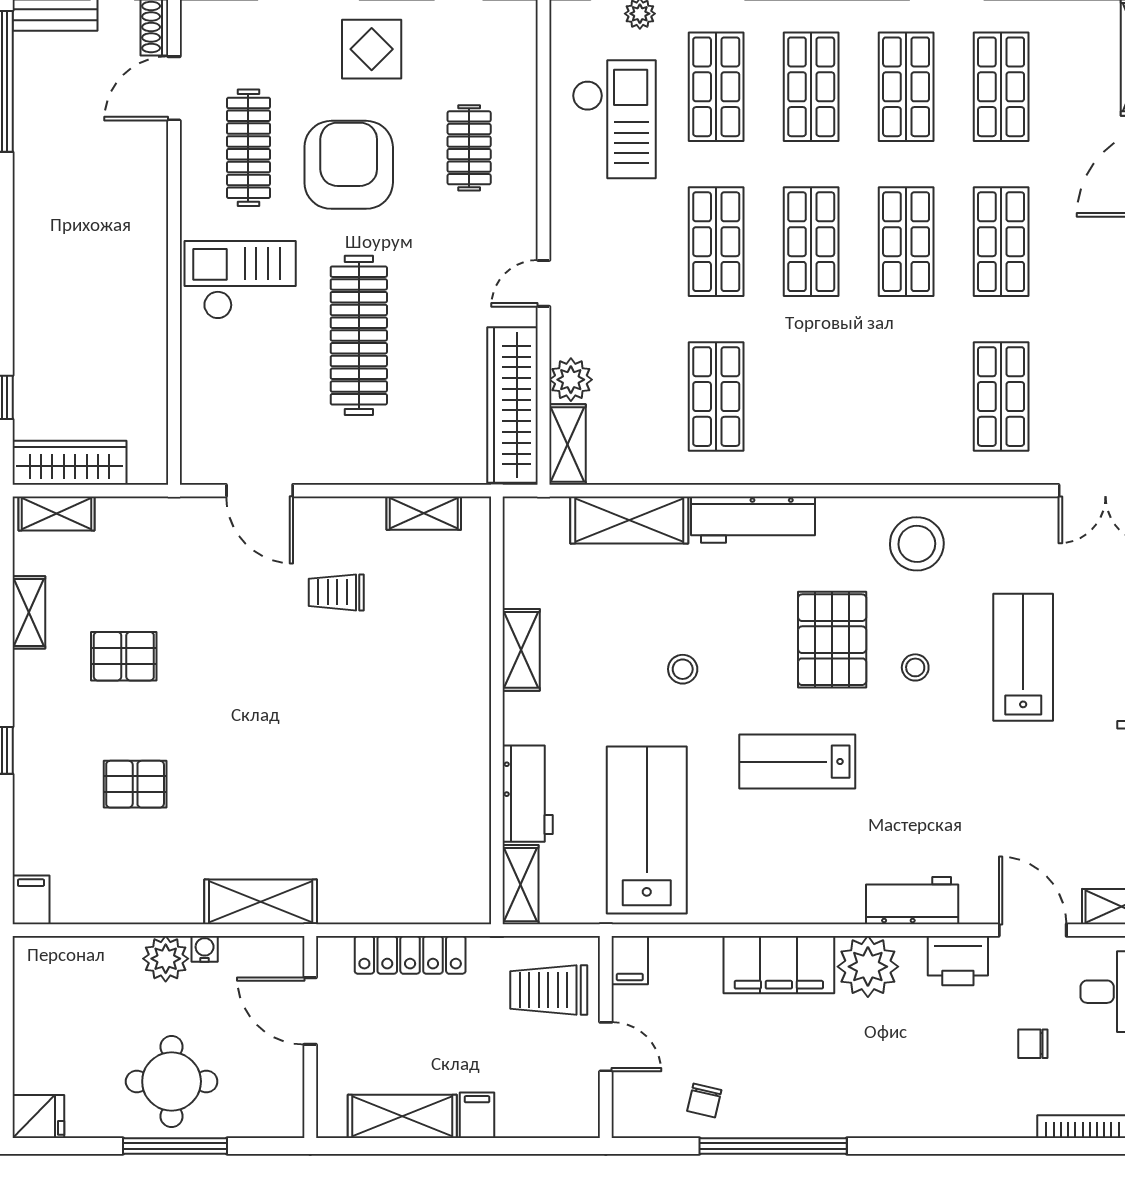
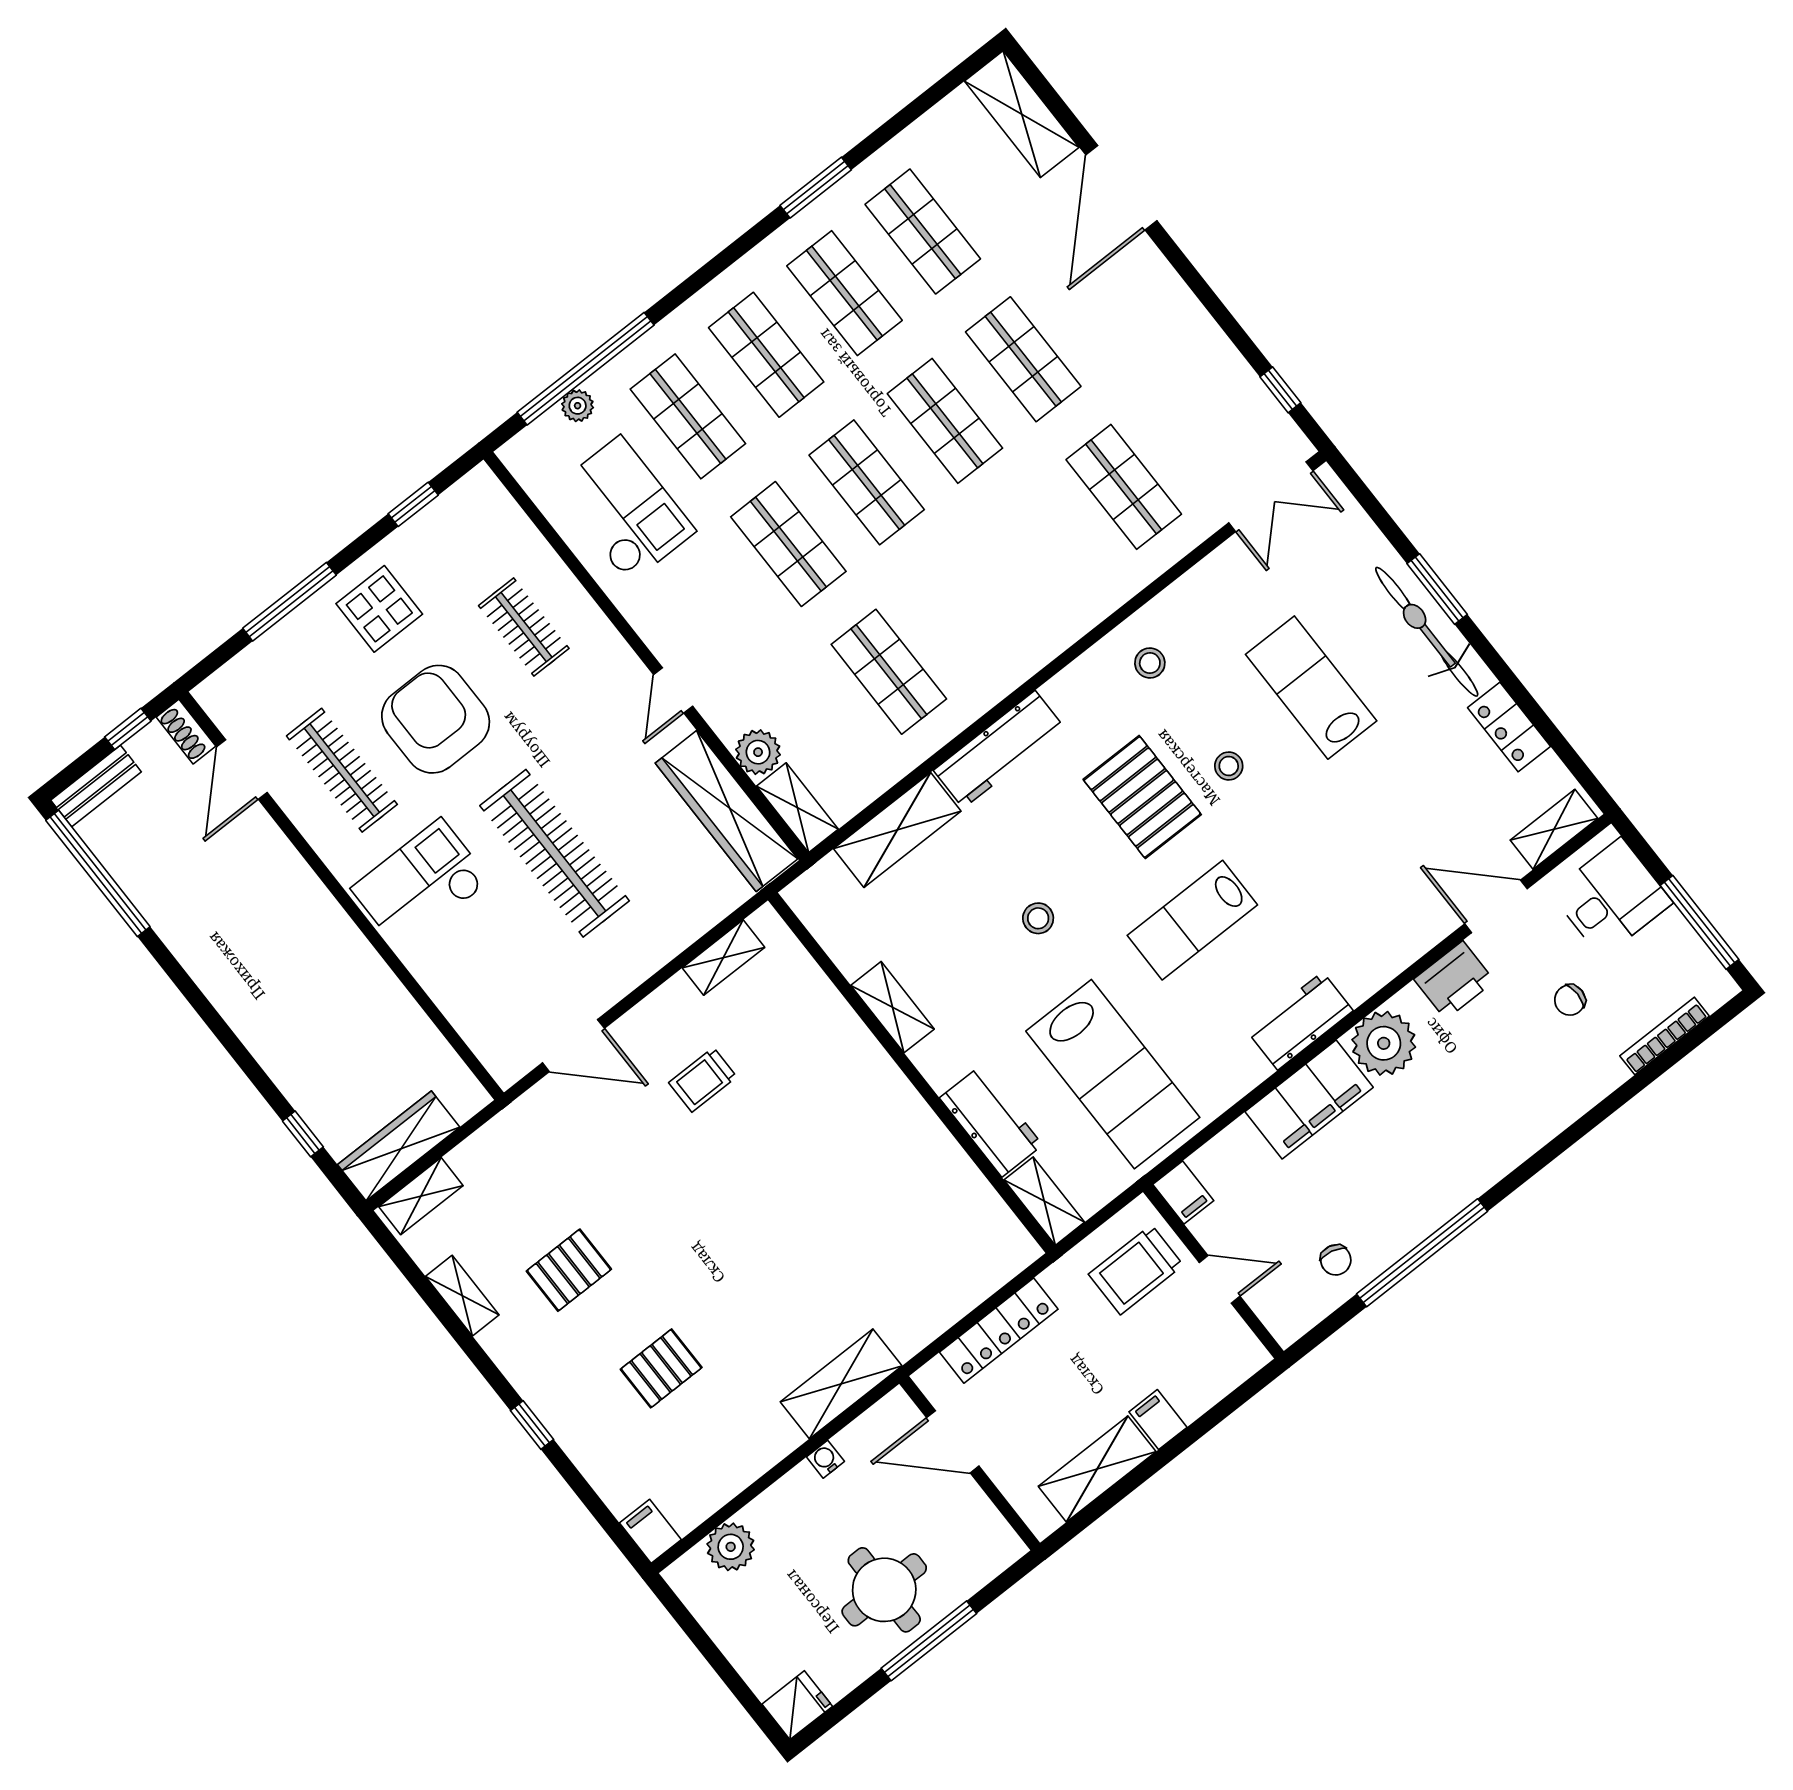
stool: (917, 544) -> (1150, 663), width x0.53, depth x0.53
lab bench: (647, 830) -> (1113, 1074), turned 180
workbench: (912, 901) -> (1300, 1021), moved
plant: (166, 959) -> (731, 1547), moved

